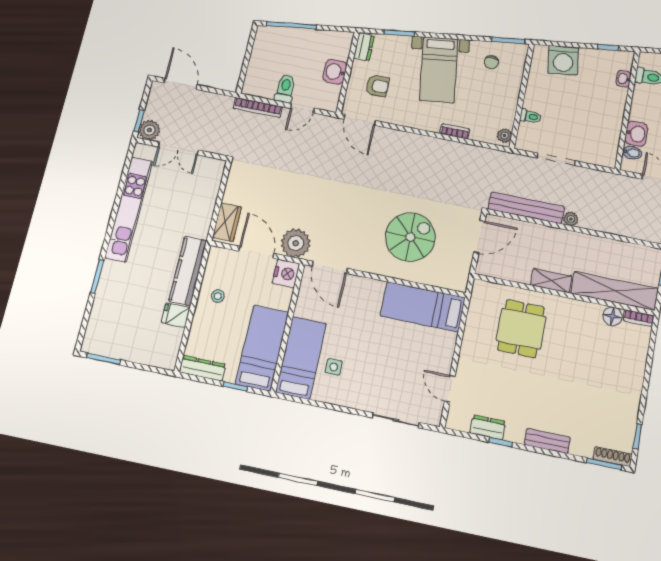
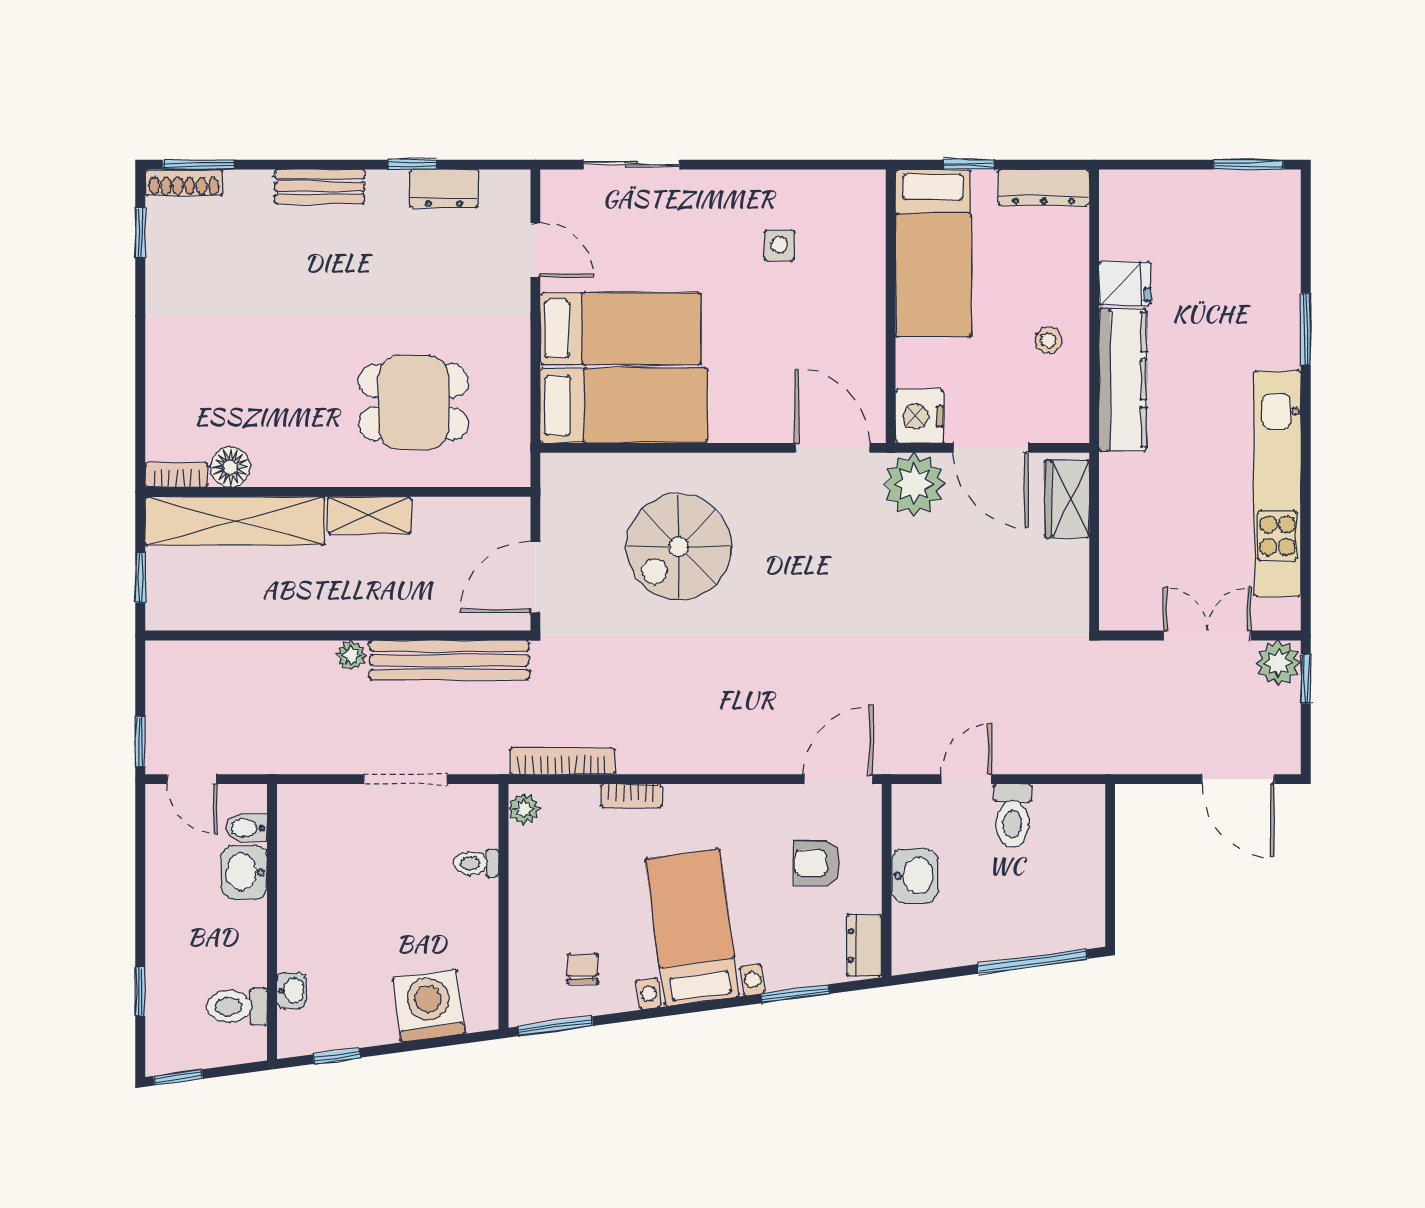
bookcase: (258, 108) -> (562, 761), moved
door: (360, 120) -> (838, 779), hinge flipped
dining table: (521, 329) -> (414, 402), turned 90
bed: (301, 358) -> (621, 329), moved, turned -90

